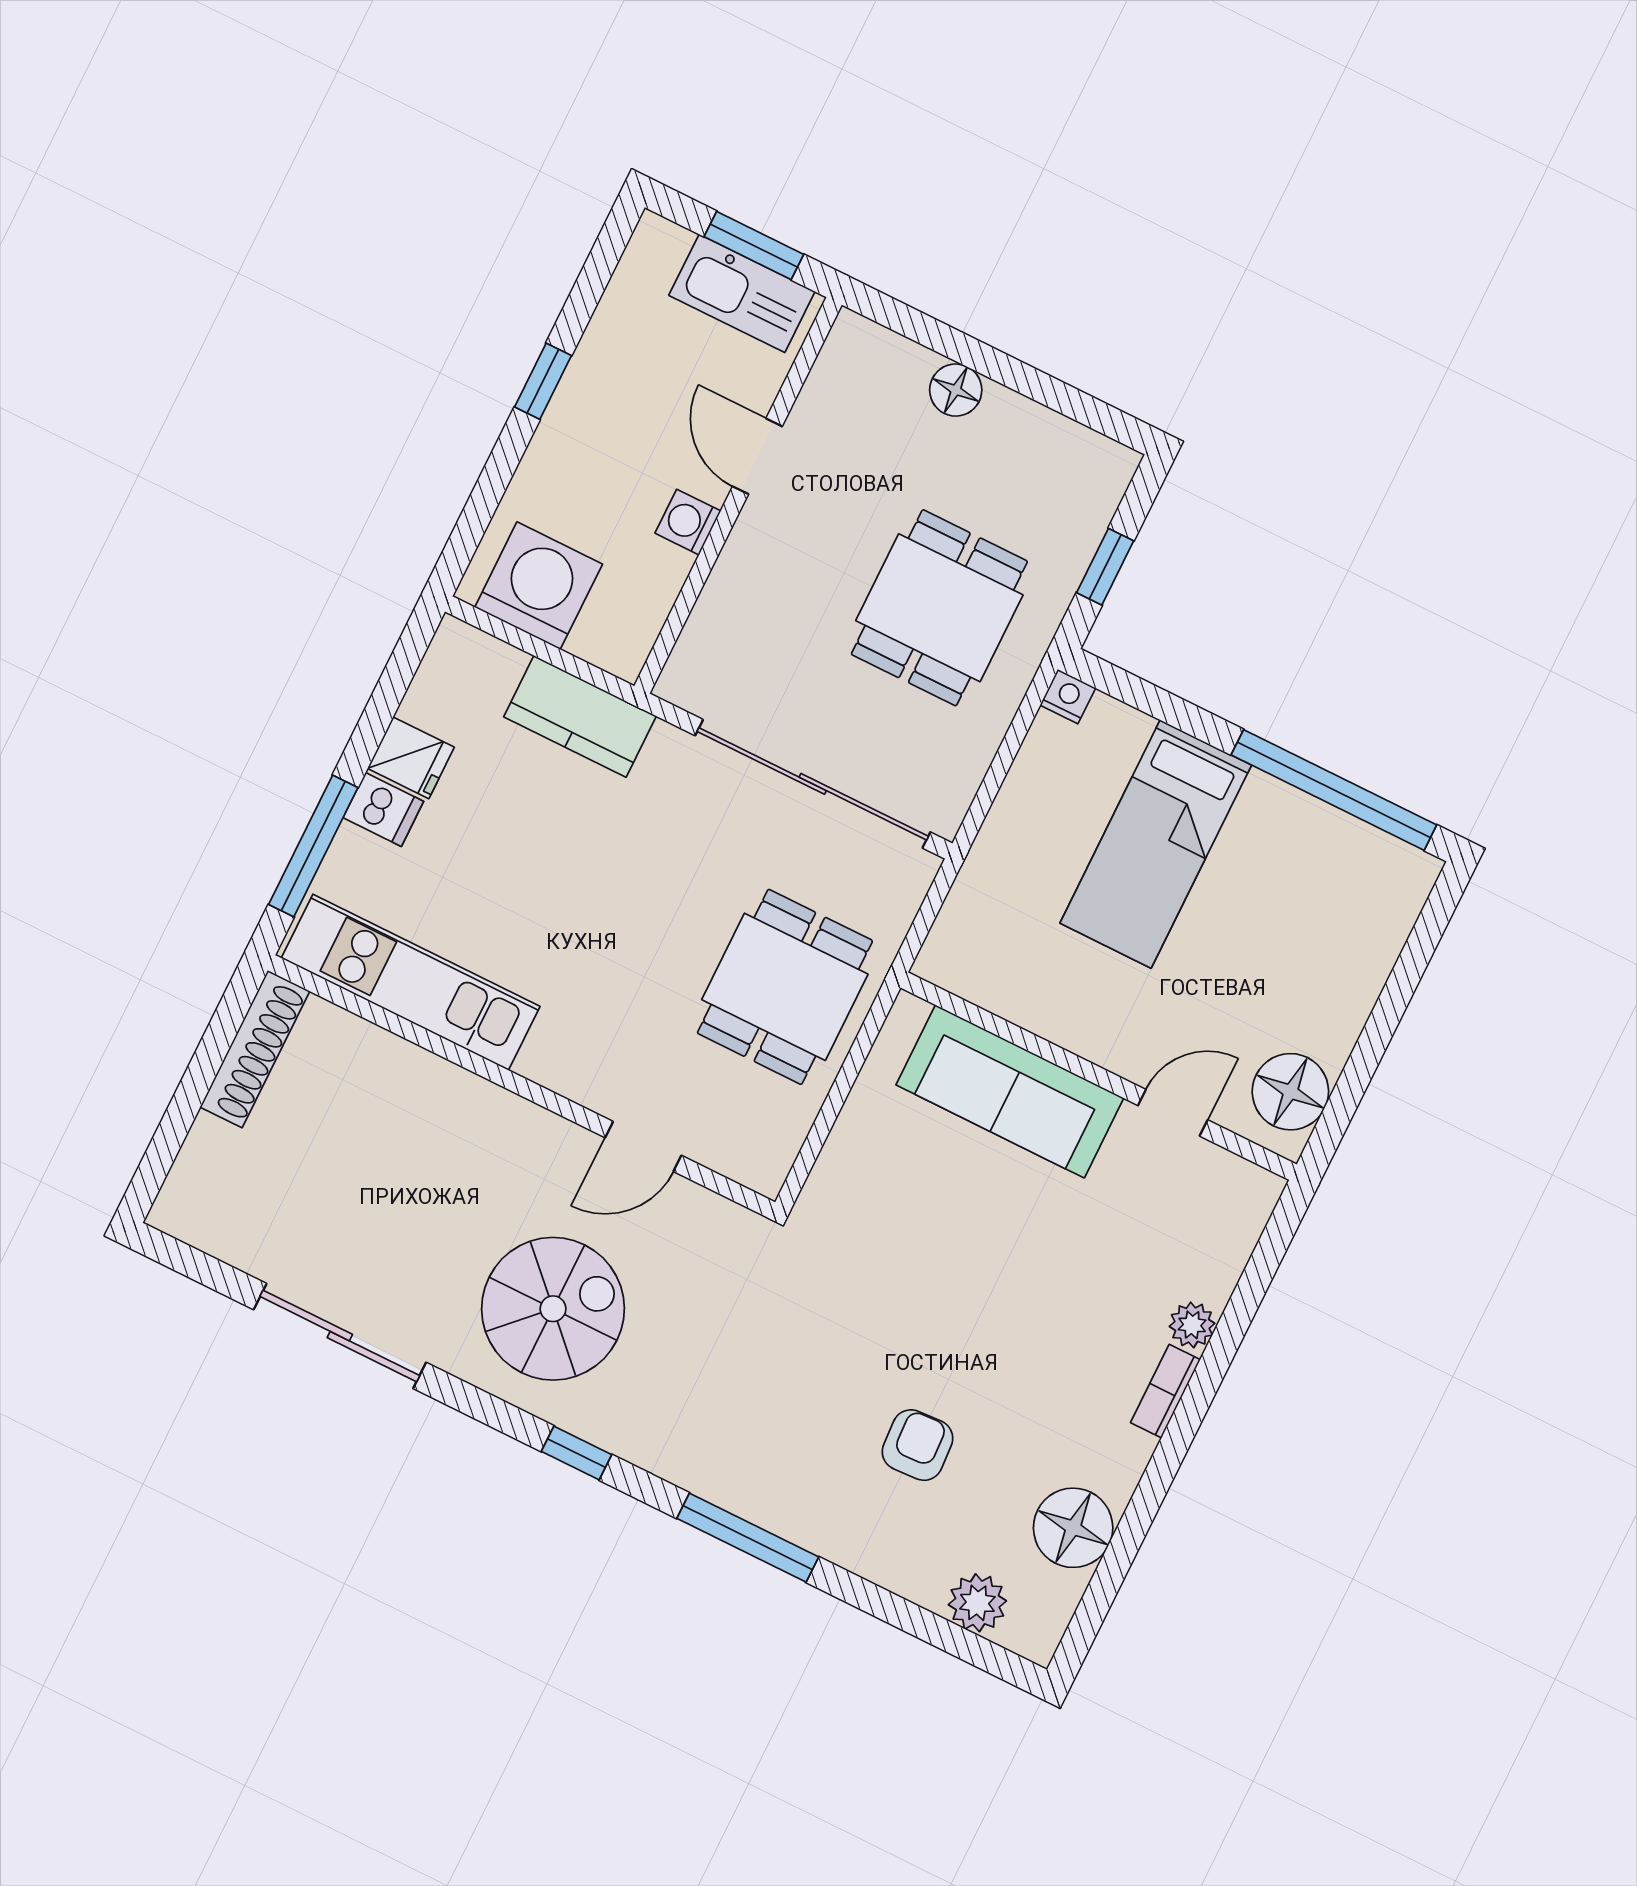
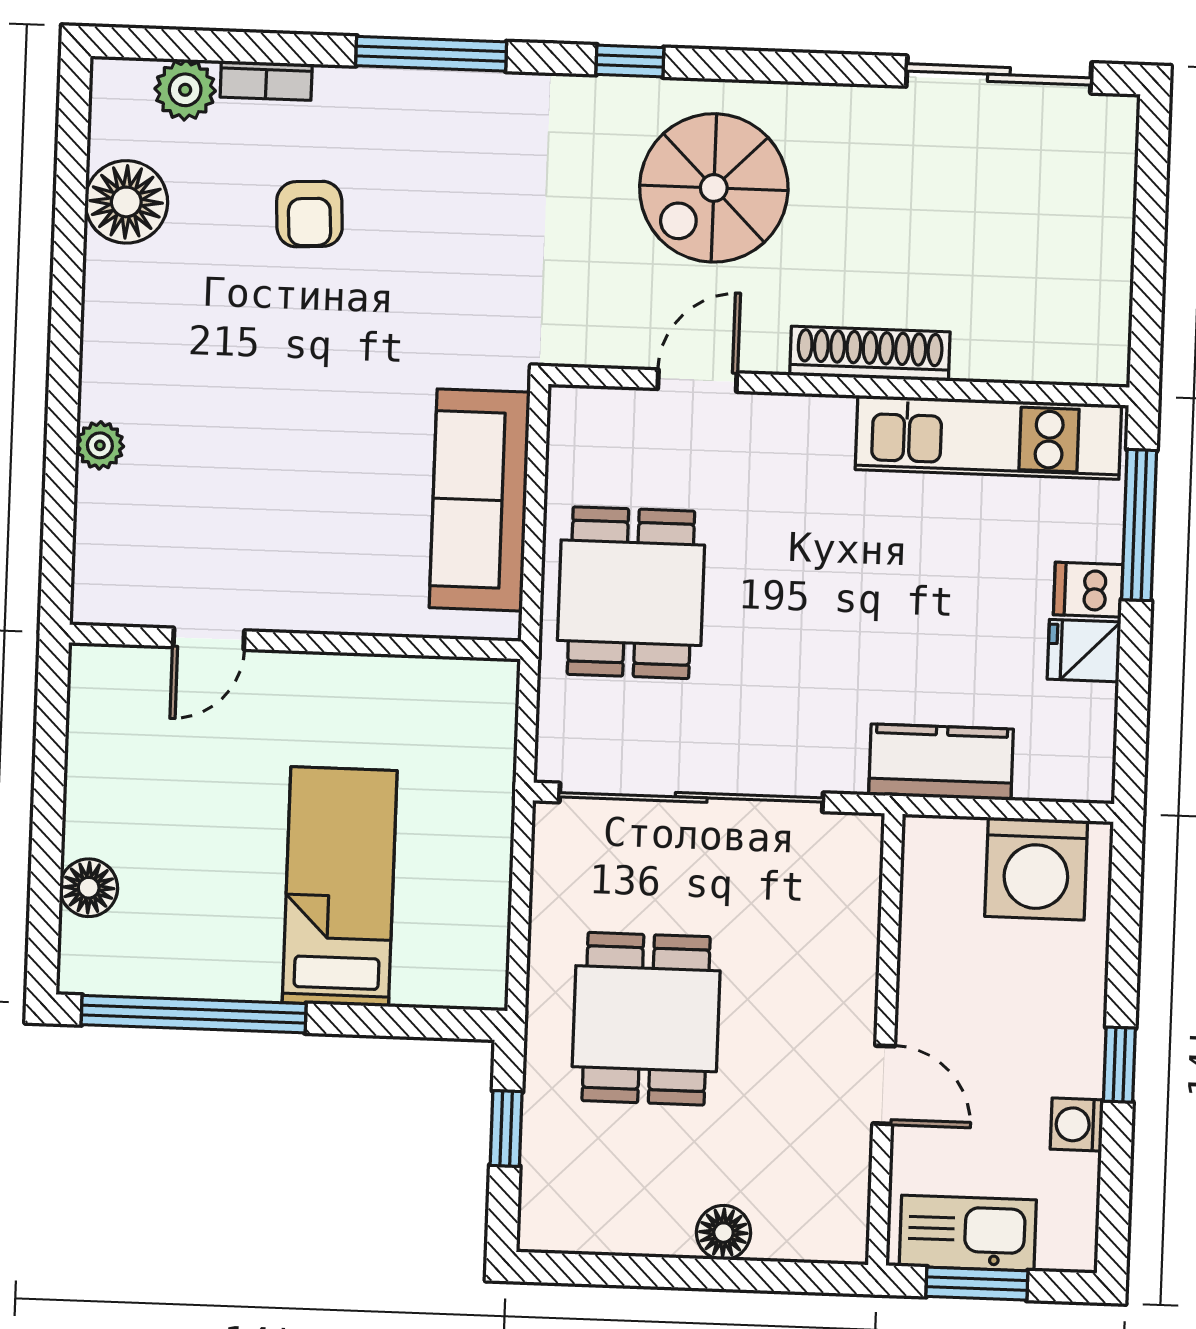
washing machine: (688, 522) -> (1077, 1125), moved, turned 180
nightstand: (1068, 697) -> (486, 989), removed
shoe rack: (255, 1049) -> (870, 354), moved, turned 90
sofa: (1010, 1091) -> (480, 500), moved, turned -90
floor lamp: (1290, 1092) -> (89, 888), moved, width x0.73, depth x0.73
sliding door: (340, 1336) -> (999, 74), moved
bookcase: (1165, 1391) -> (266, 81), moved, turned 90

